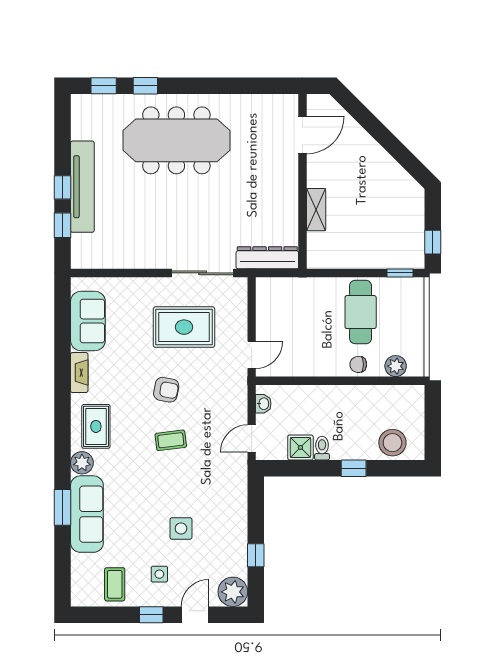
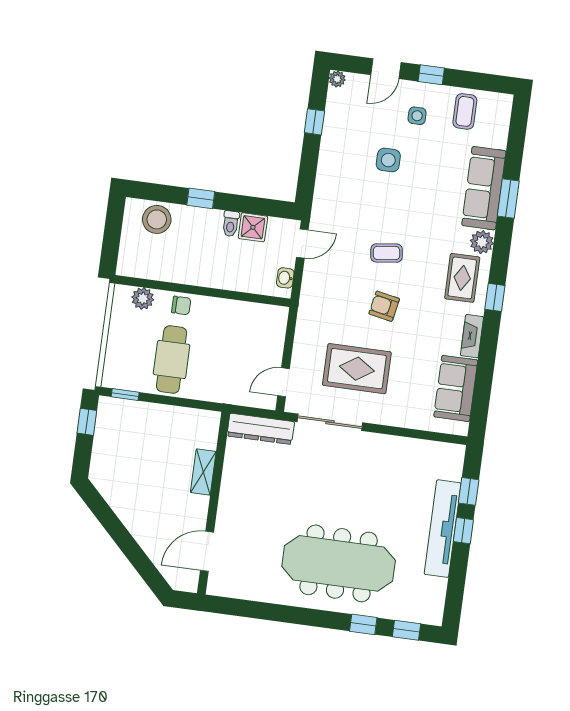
door: (252, 355) -> (284, 382), moved
window: (63, 412) -> (495, 297), added
plant: (233, 592) -> (337, 79), width x0.53, depth x0.53

